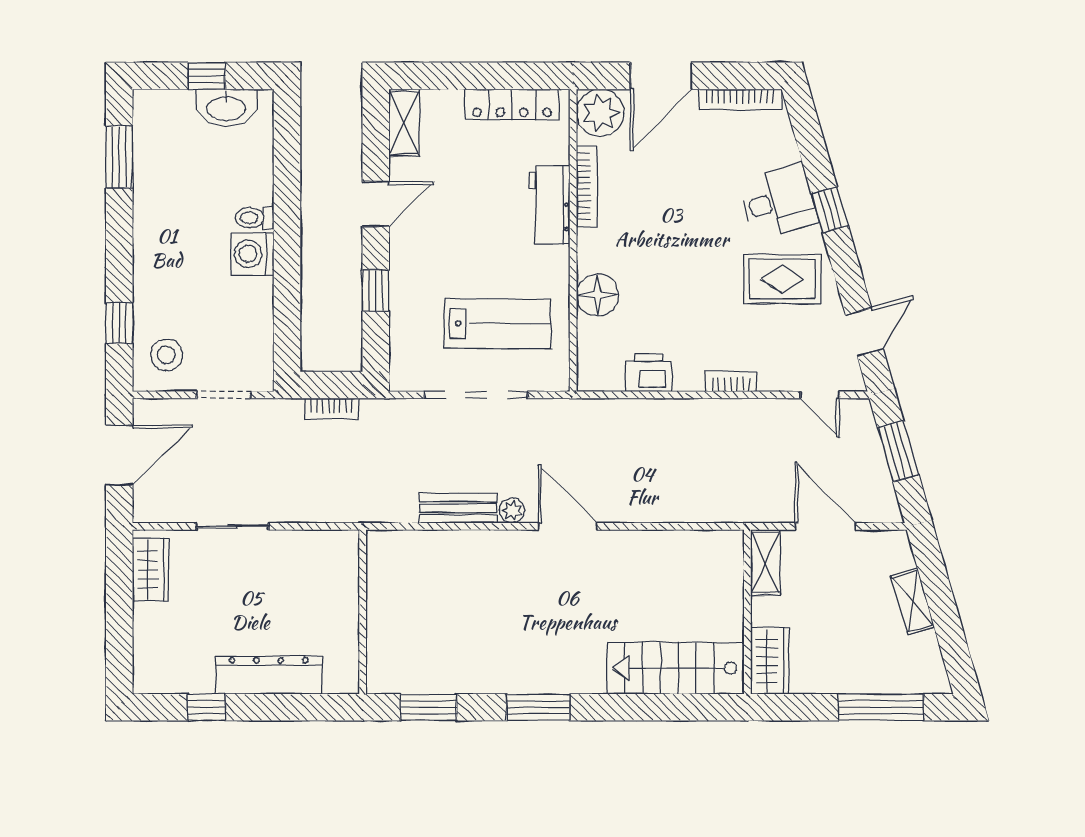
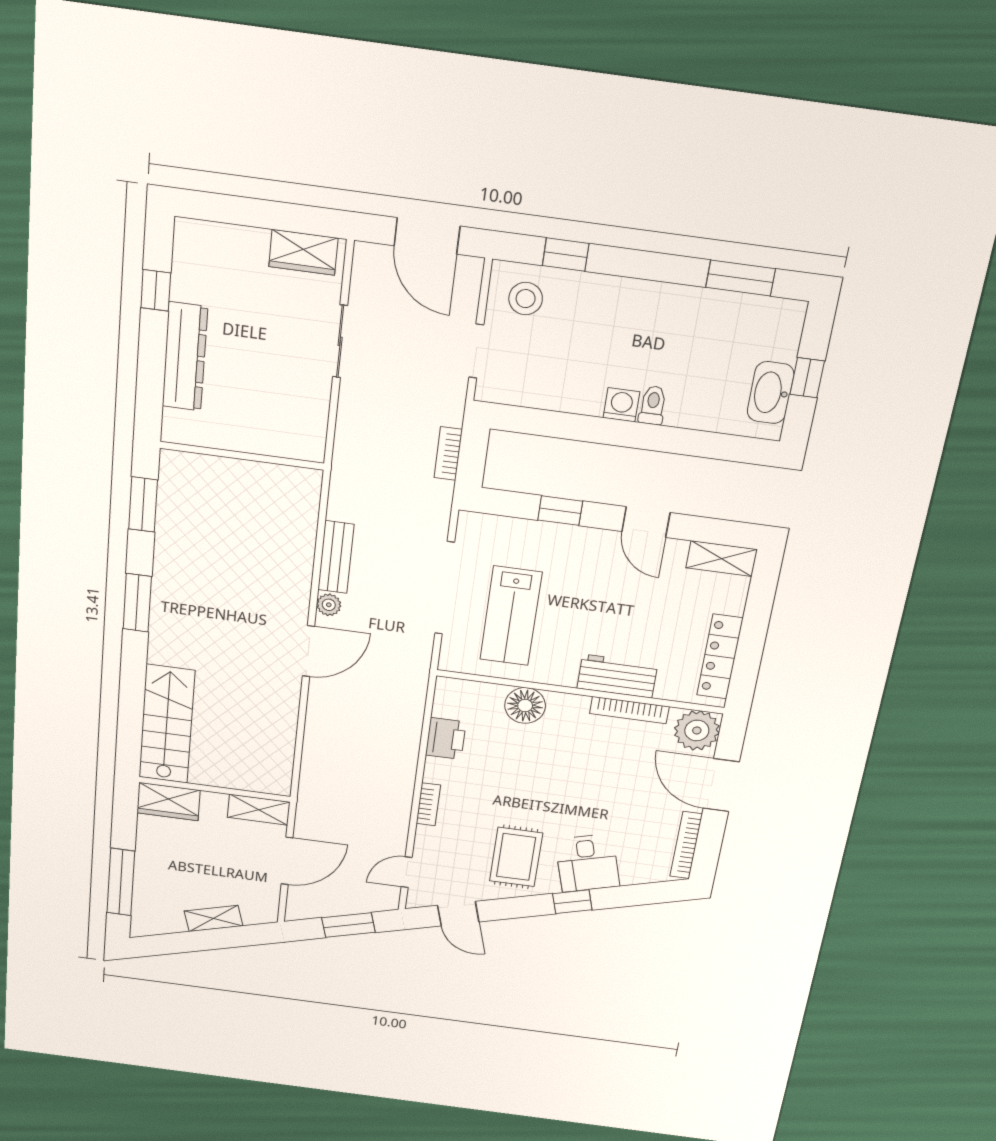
washing machine: (252, 254) -> (621, 405), width x0.73, depth x0.73

